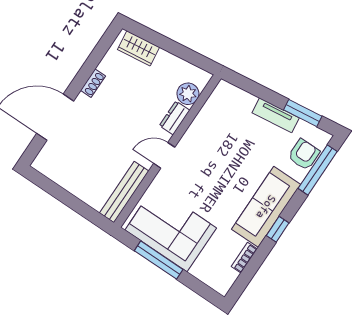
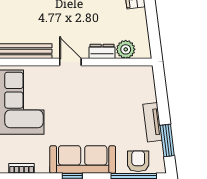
armchair: (304, 154) -> (138, 161), turned -90
bookcase: (244, 258) -> (22, 168), moved

